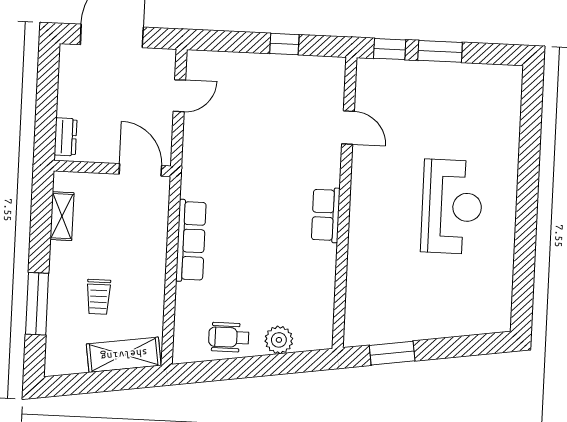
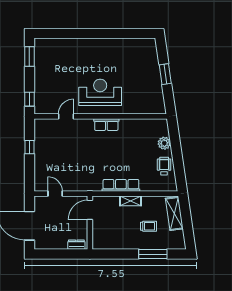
window: (440, 51) -> (29, 56), moved
reception desk: (452, 207) -> (100, 92), moved
shelving: (62, 216) -> (130, 201), moved
wheelchair: (229, 337) -> (164, 166), turned 180
window: (392, 353) -> (165, 74), moved

